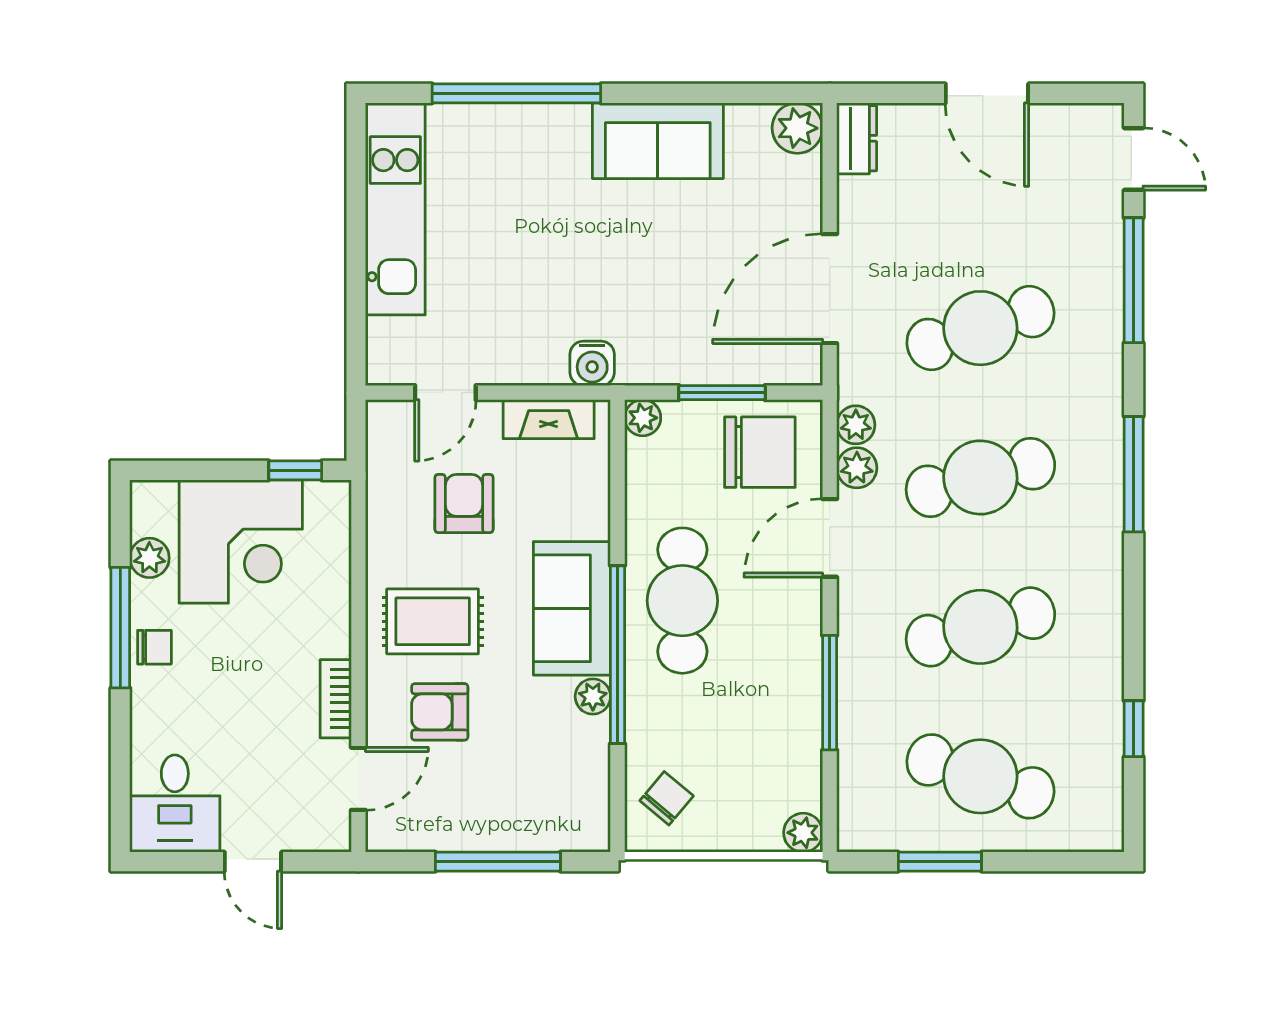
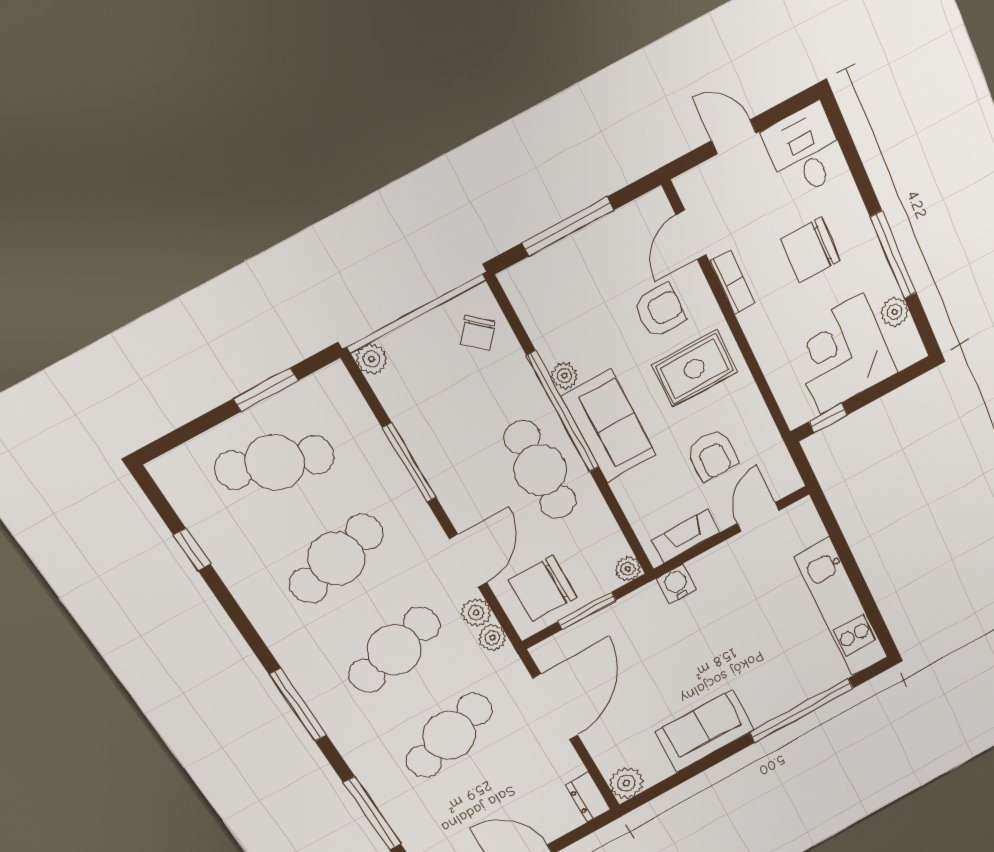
chair: (154, 647) -> (810, 250), moved, width x1.87, depth x1.87

